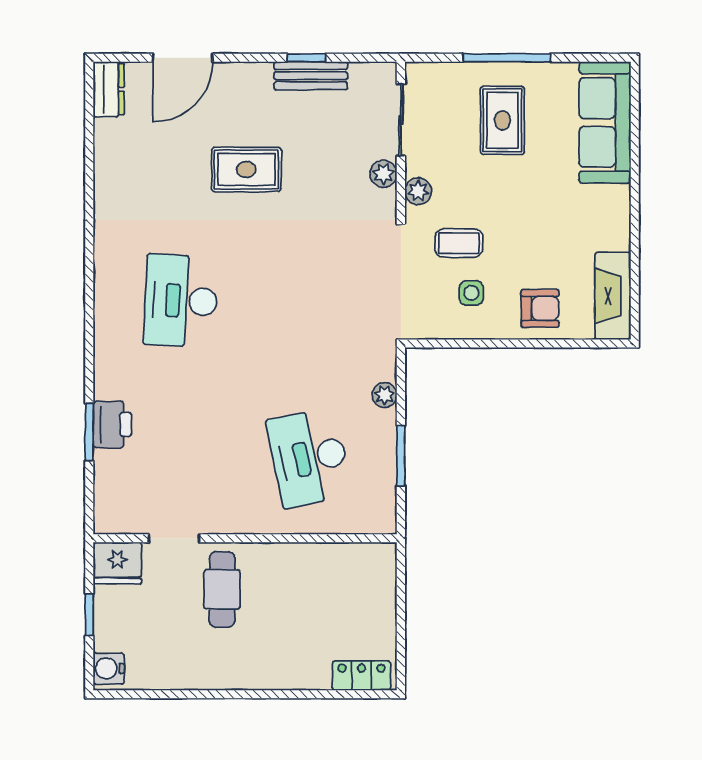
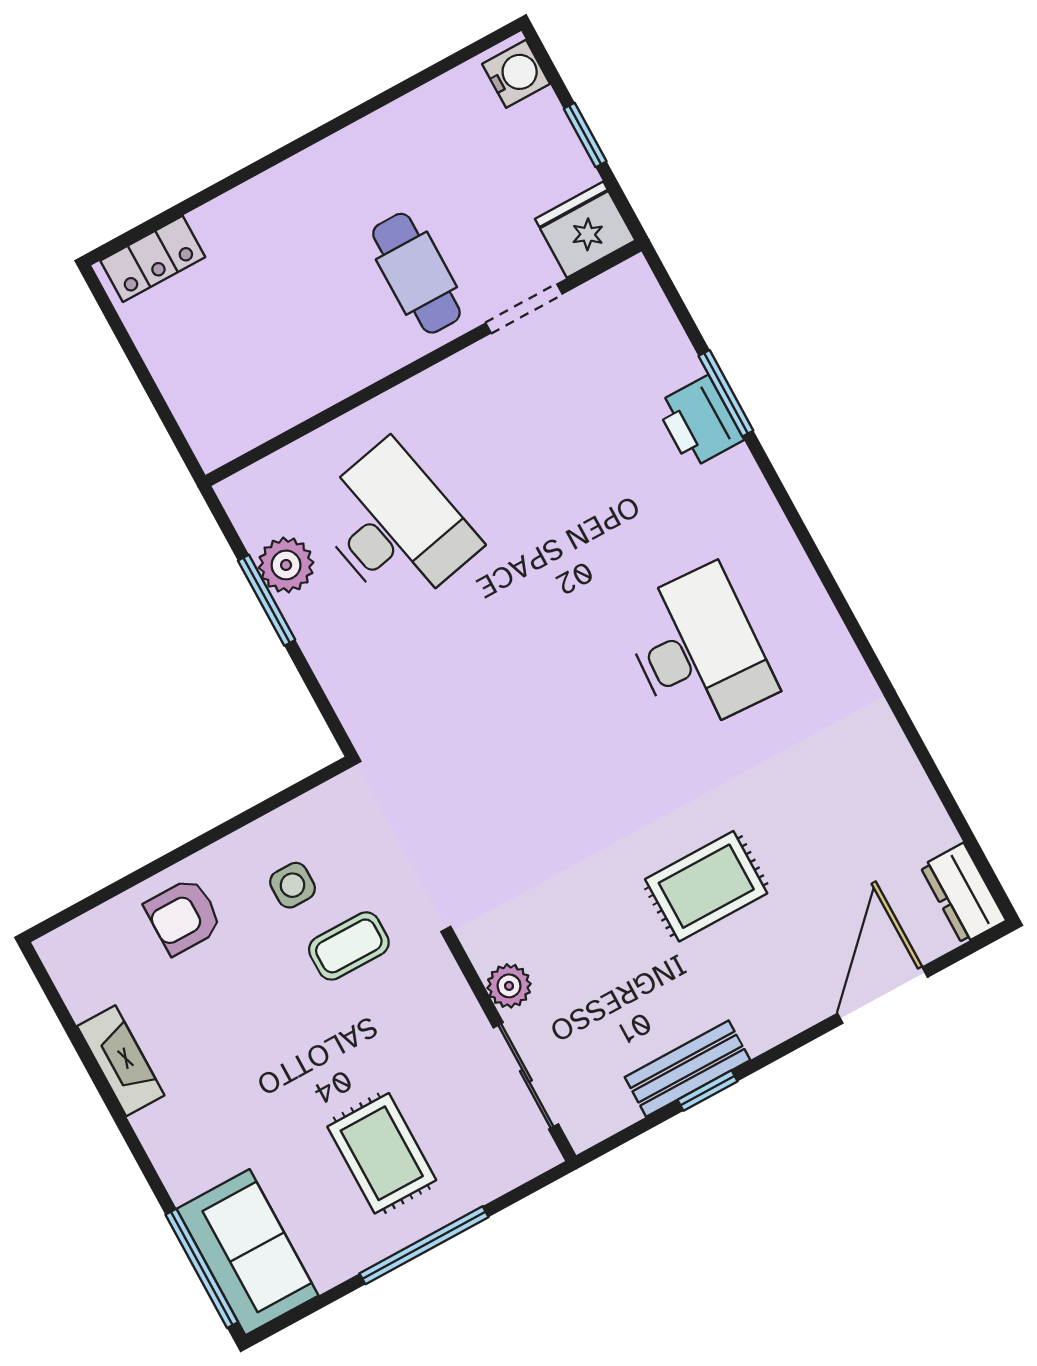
window: (635, 111) -> (202, 1268), added
sofa: (605, 122) -> (247, 1252), width x0.73
plant: (418, 191) -> (446, 988), removed
fireplace: (613, 296) -> (121, 1061), moved, width x0.73, depth x0.76
plant: (385, 395) -> (286, 565), moved, width x1.38, depth x1.38

